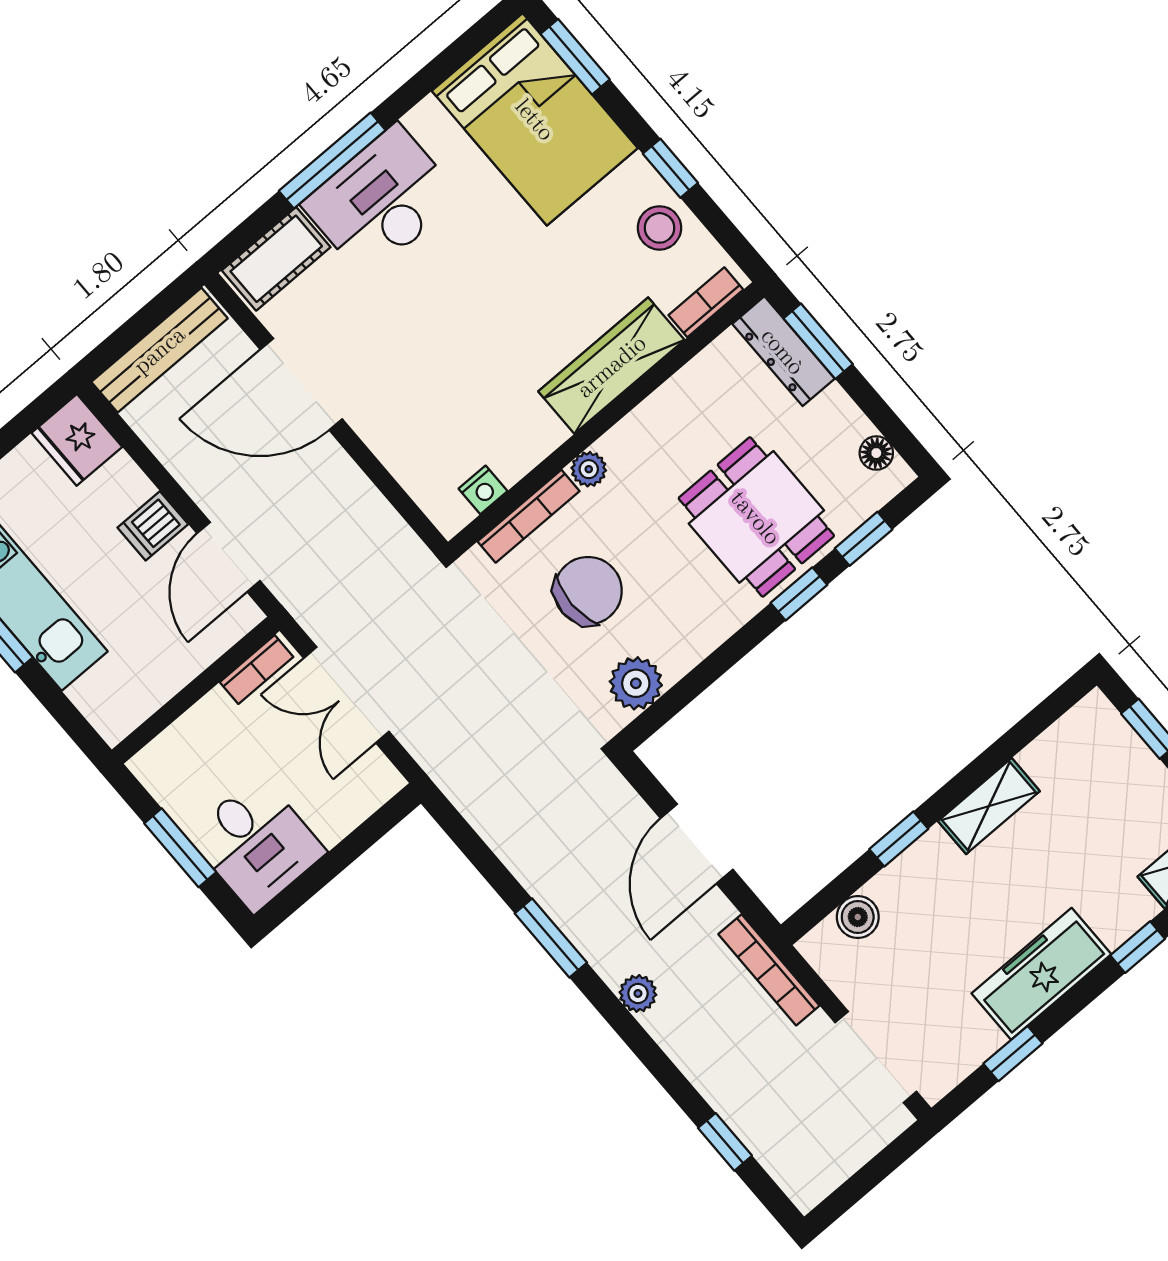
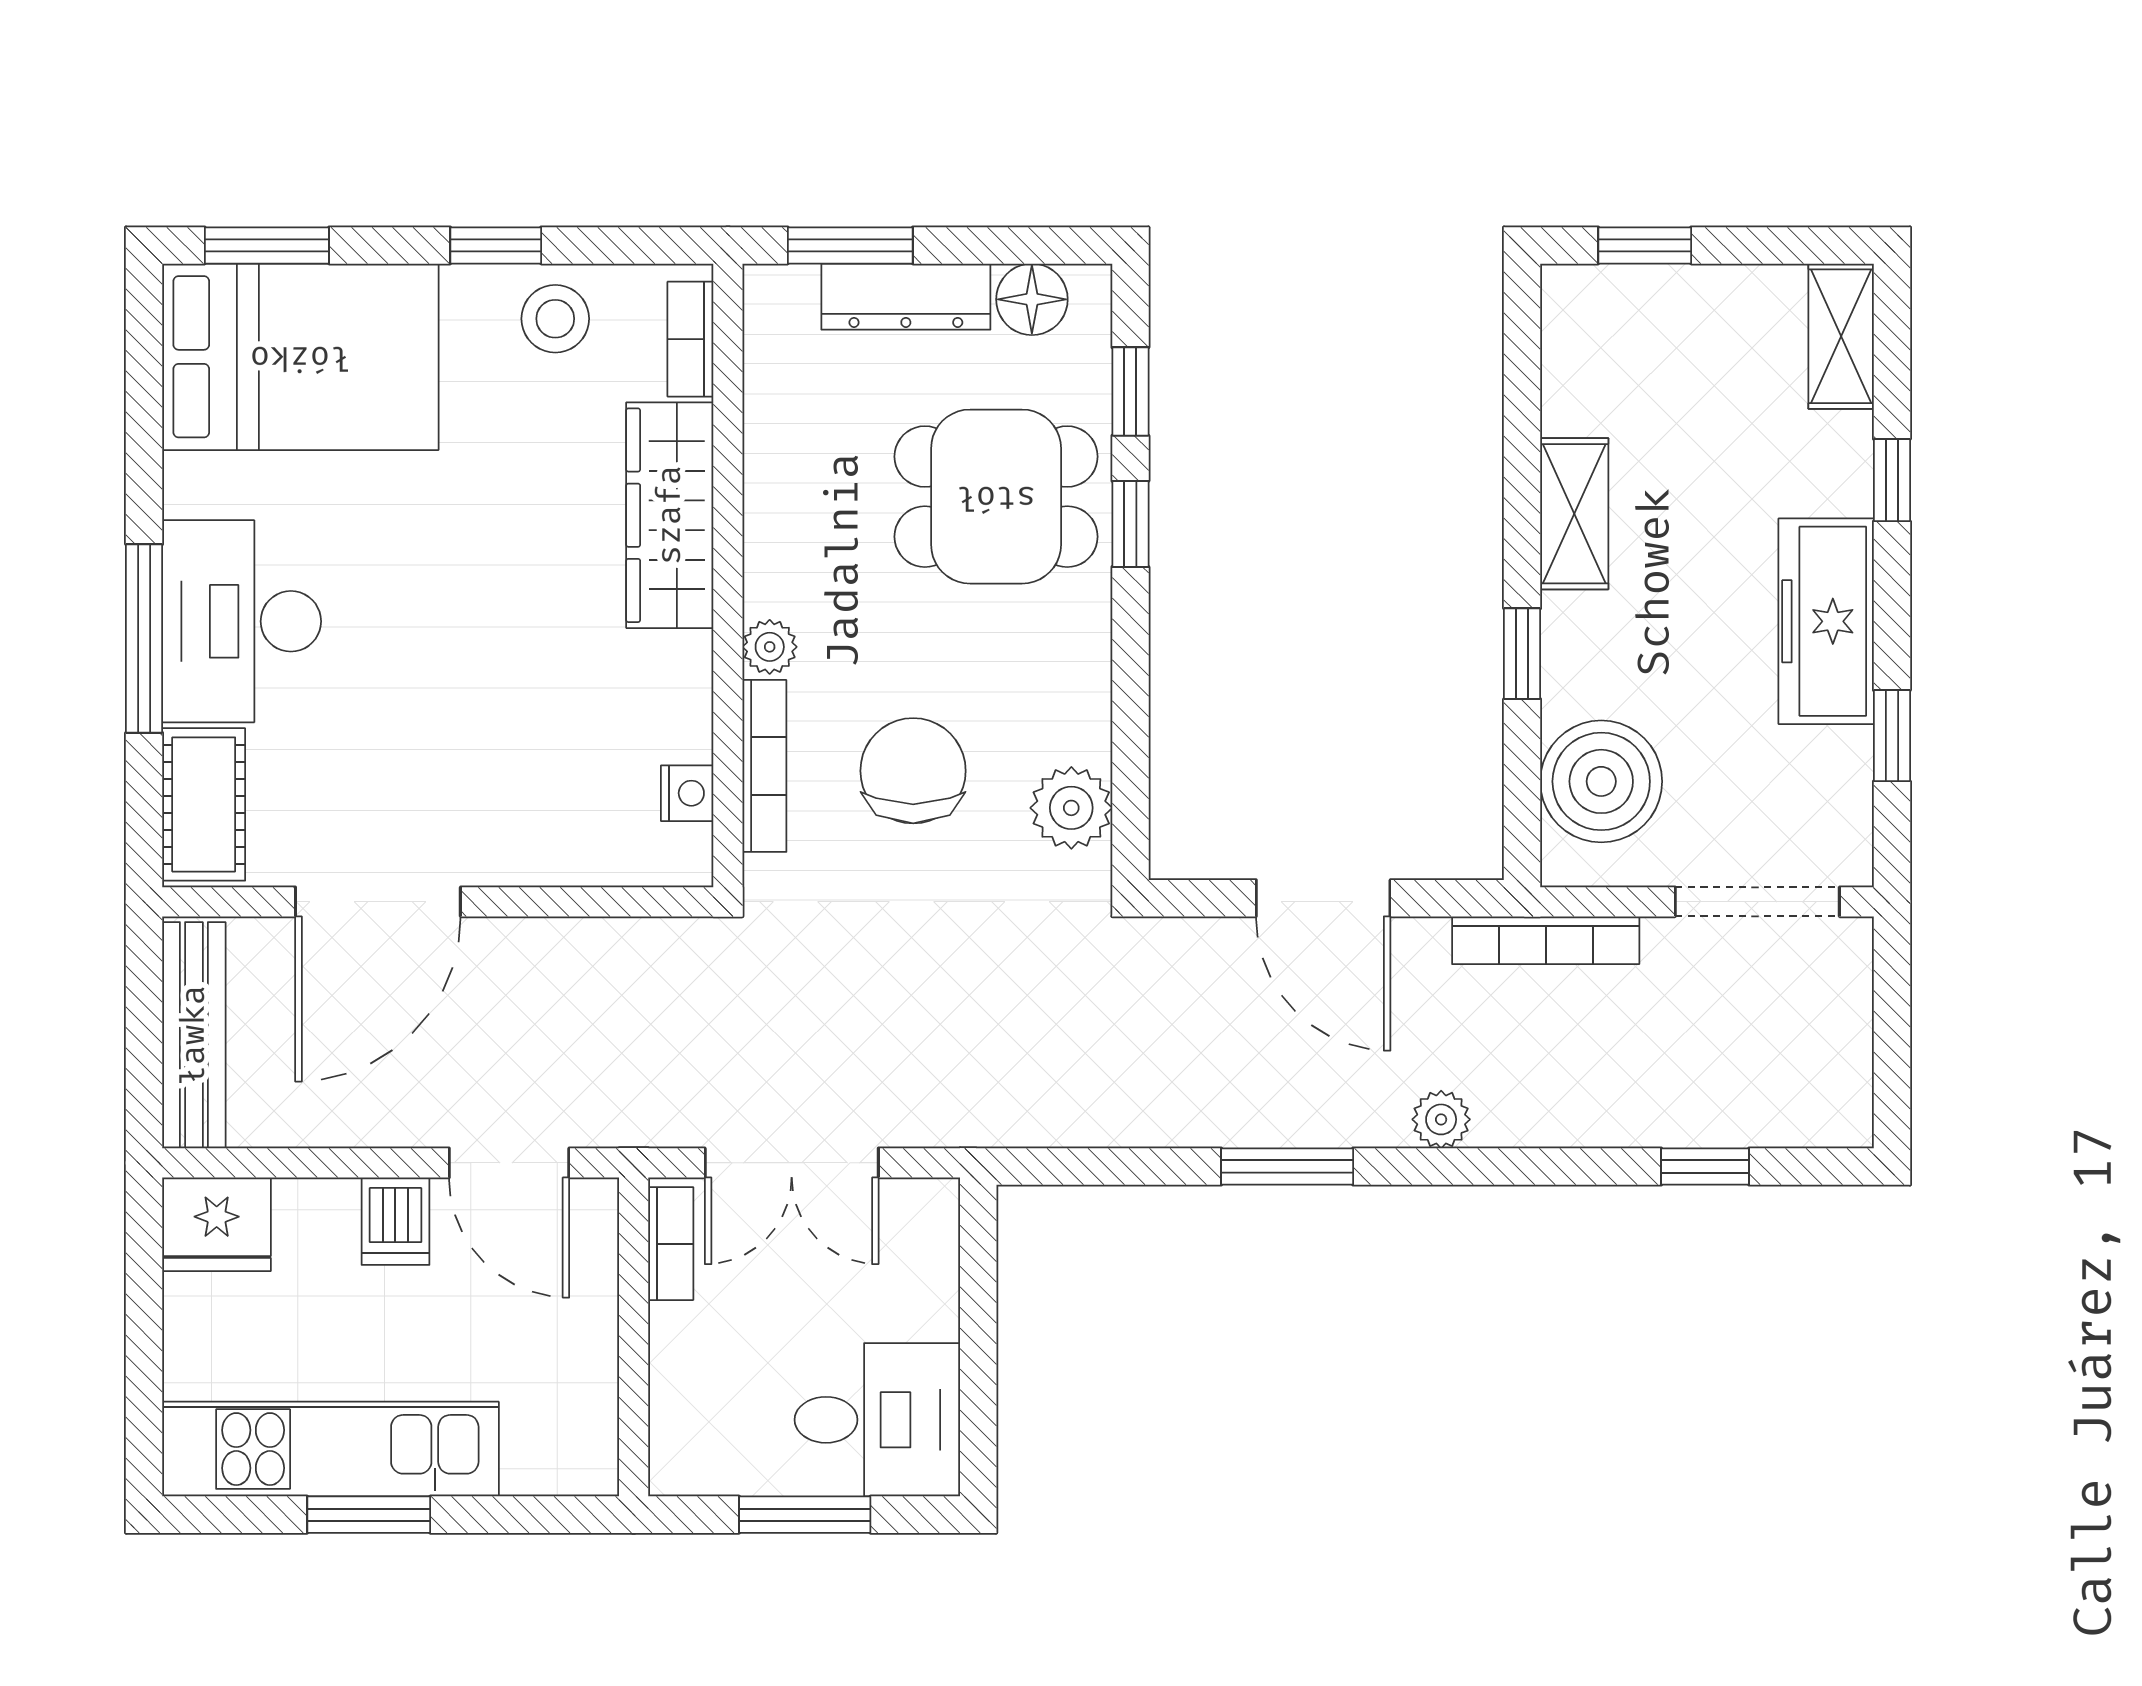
dresser: (783, 351) -> (906, 297), moved
floor lamp: (876, 453) -> (1032, 299), width x1.37, depth x1.37
boiler: (858, 917) -> (1601, 781), width x1.86, depth x1.86

